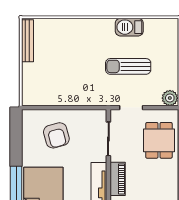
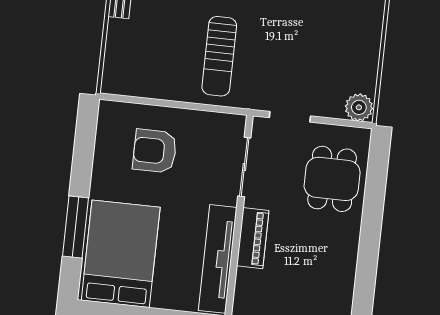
sun lounger: (128, 66) -> (219, 56), moved, turned -90
armchair: (56, 135) -> (155, 151), turned 105

